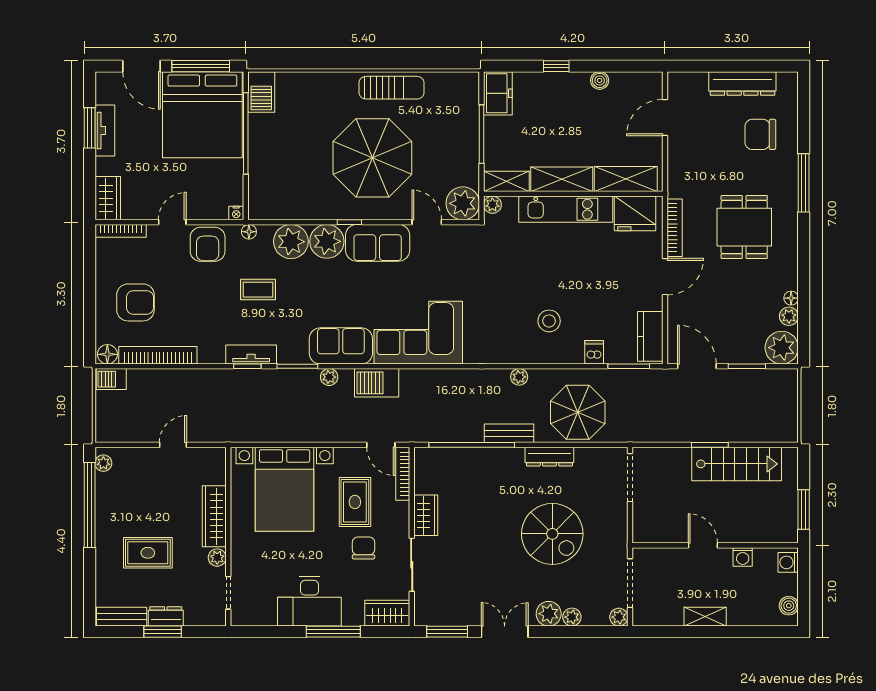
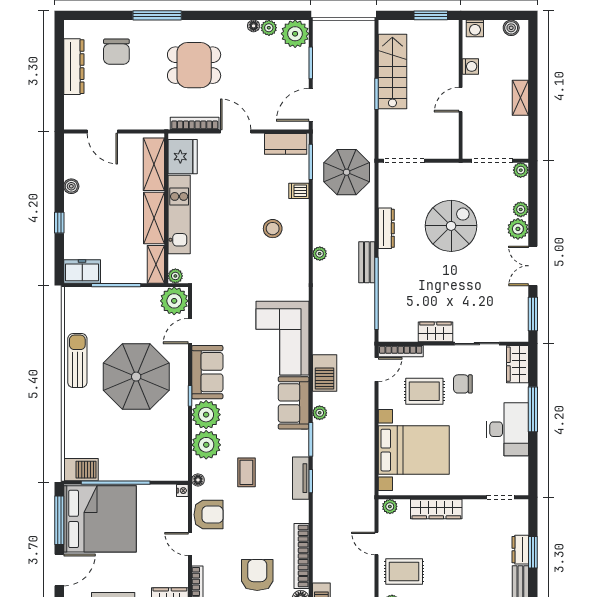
parasol: (578, 412) -> (347, 172), moved
rug: (148, 553) -> (404, 571), moved, turned 90
plant: (217, 558) -> (390, 506), moved

